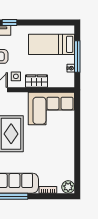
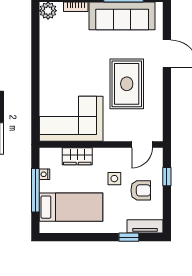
side table: (16, 76) -> (114, 179), moved
wardrobe: (36, 81) -> (77, 156), moved

